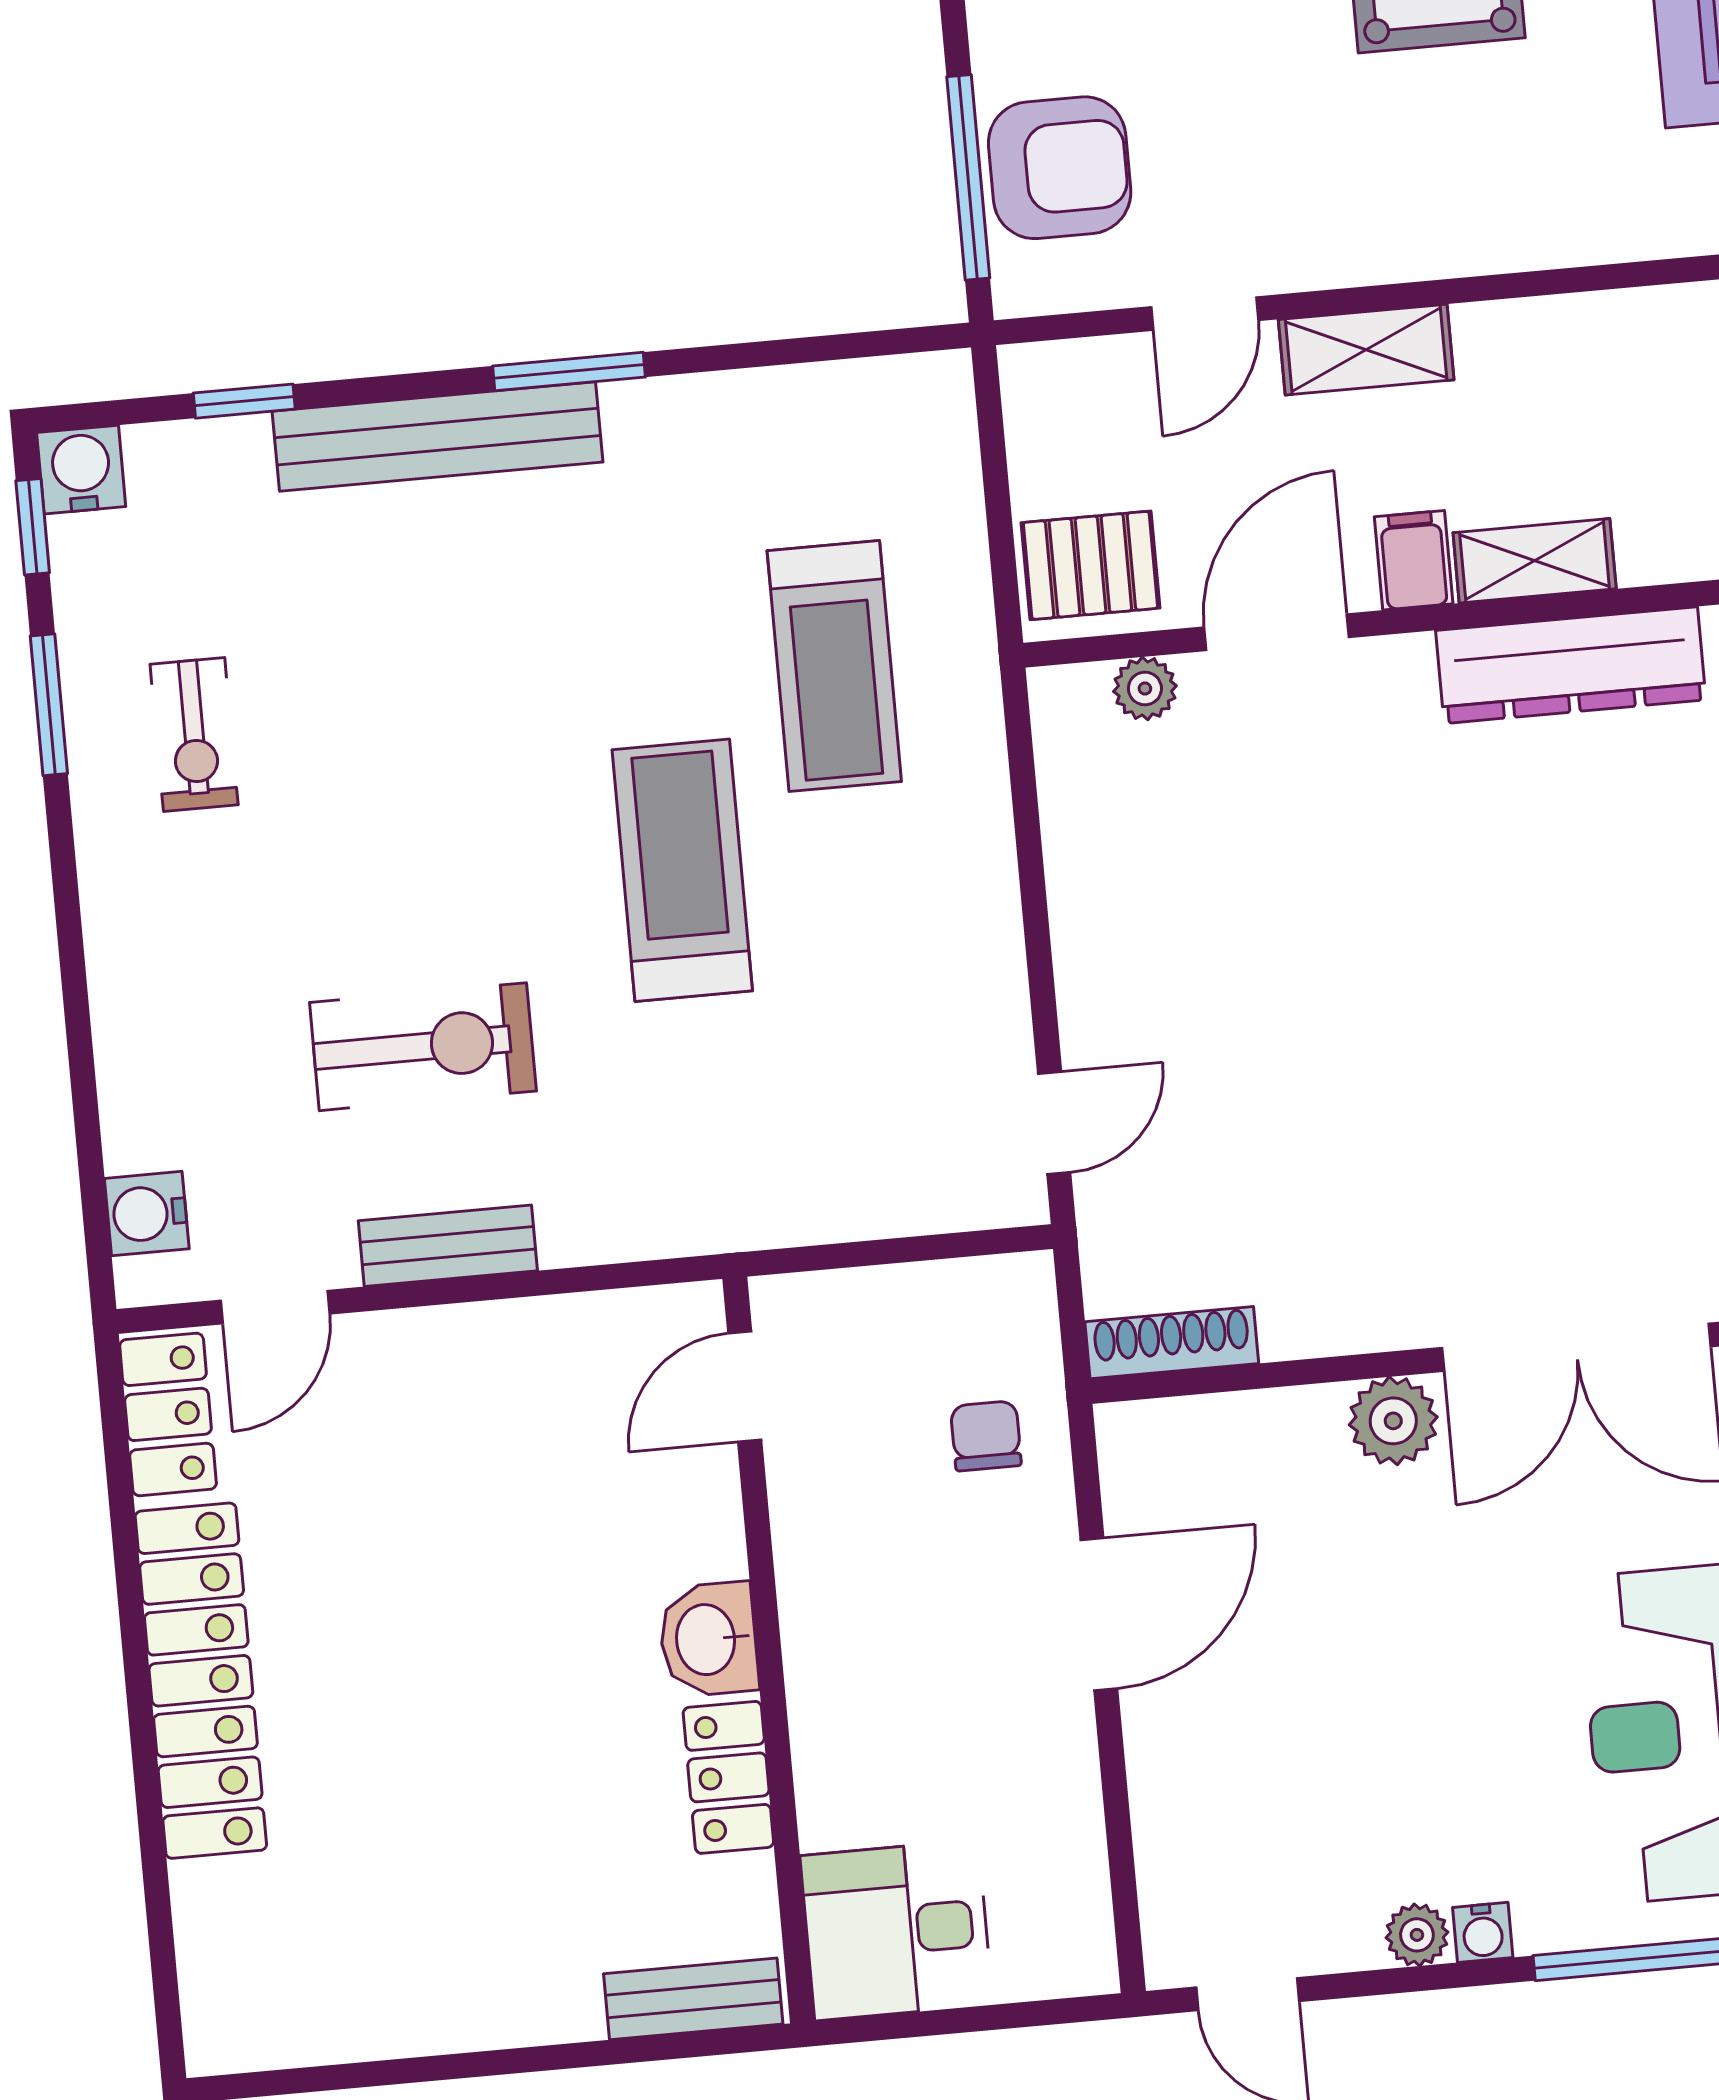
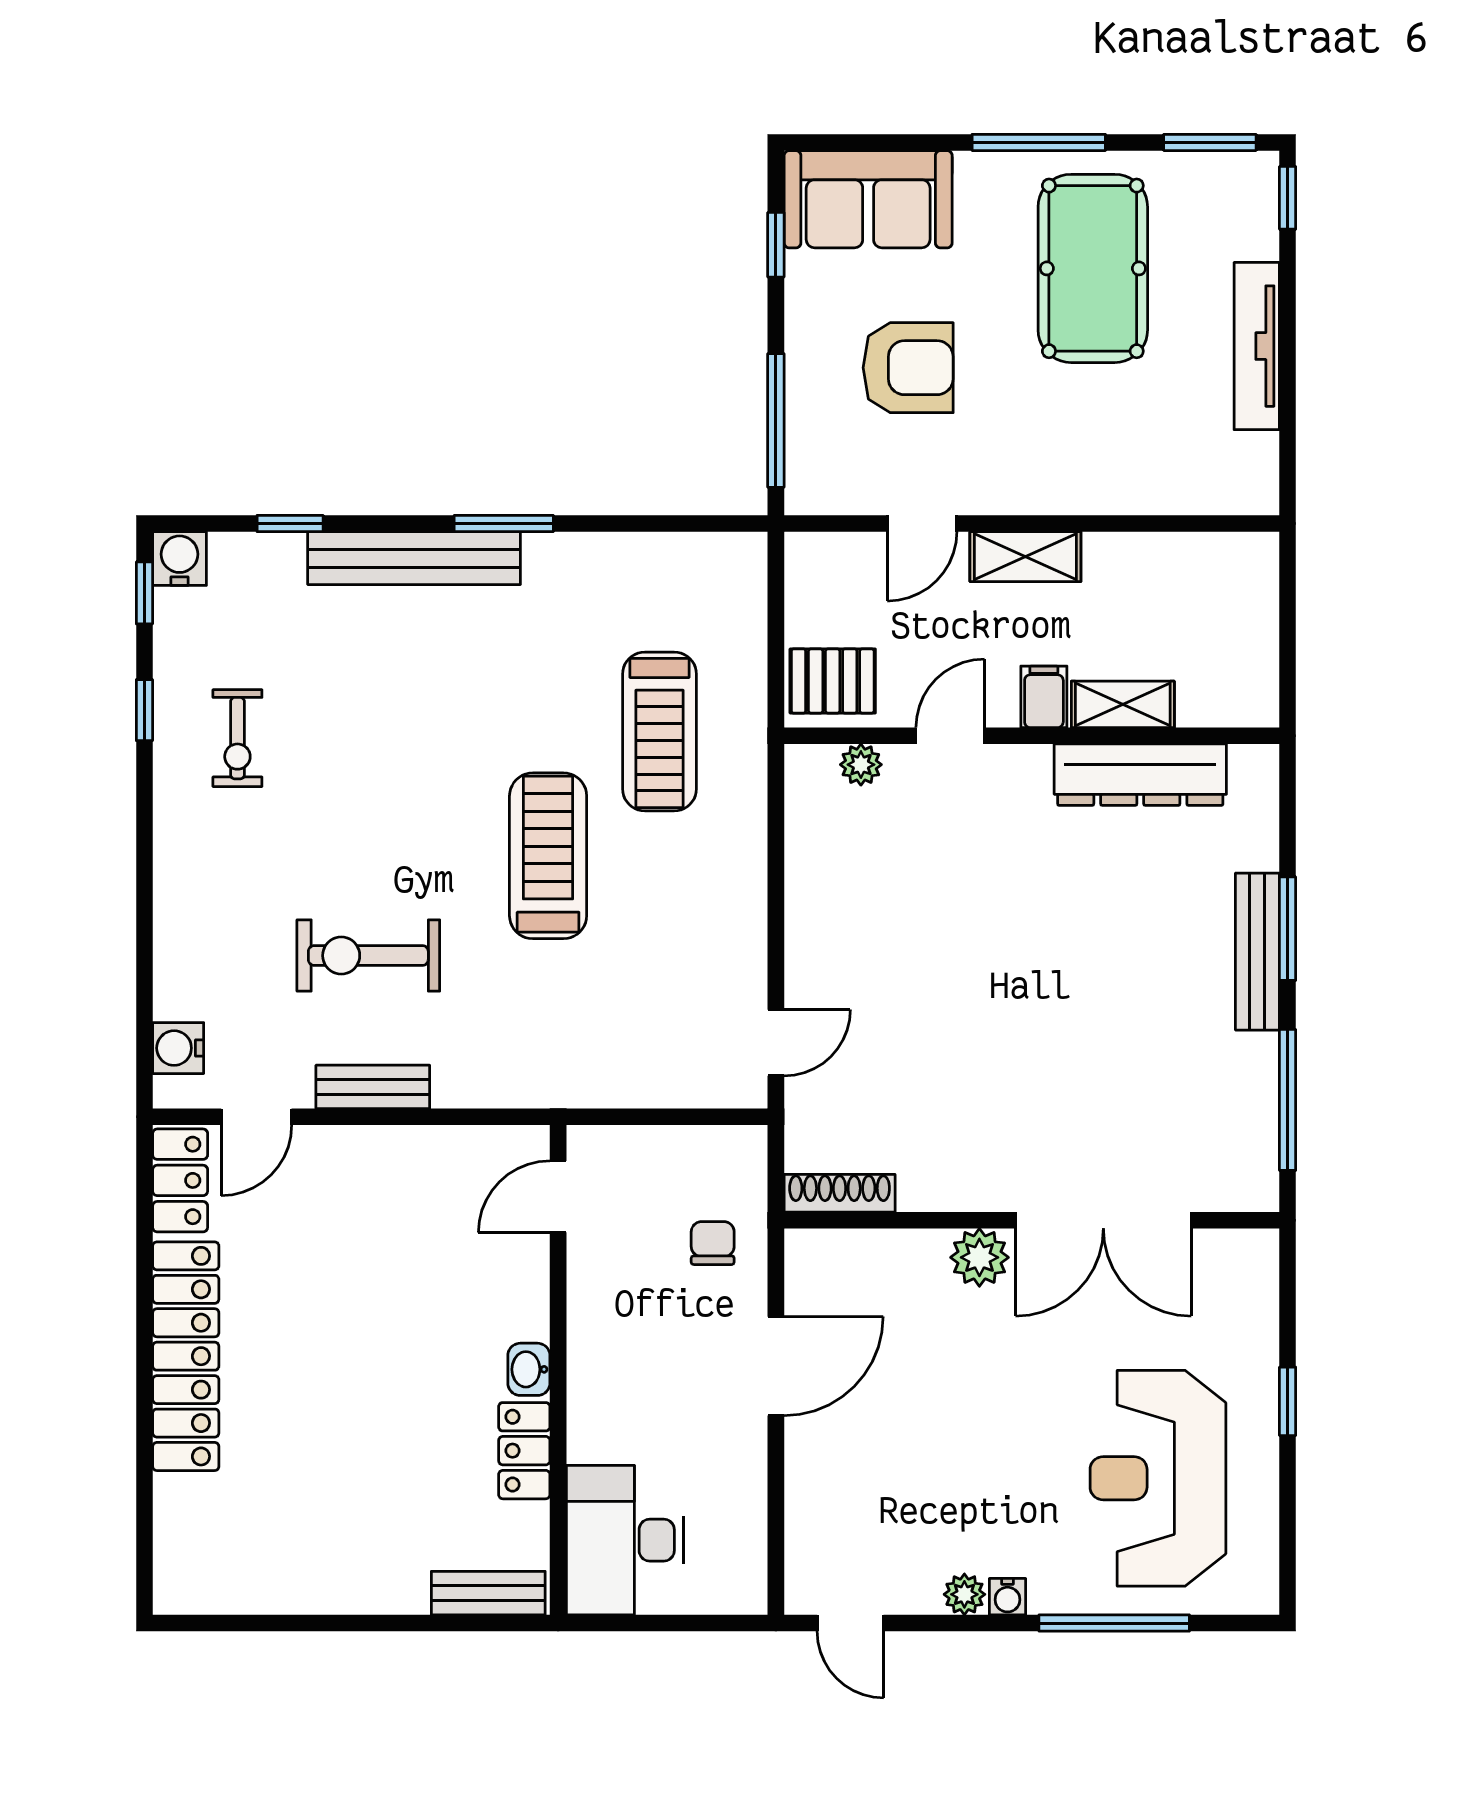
armchair: (1060, 168) -> (908, 368), moved
door: (1277, 632) -> (950, 736), width x0.73
window: (49, 705) -> (144, 710), width x0.67
exercise bike: (423, 1047) -> (368, 956), turned 180
washbasin: (708, 1639) -> (529, 1369), width x0.72, depth x0.69
desk: (897, 1930) -> (625, 1540), width x1.37

